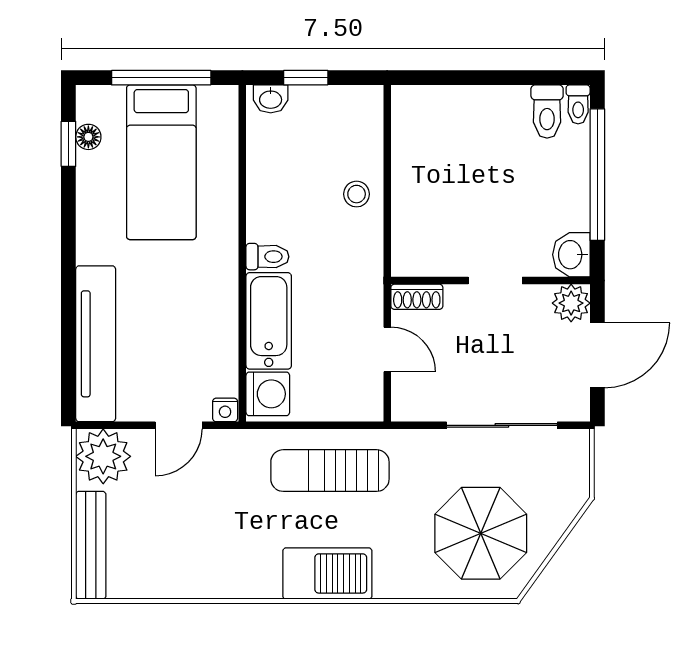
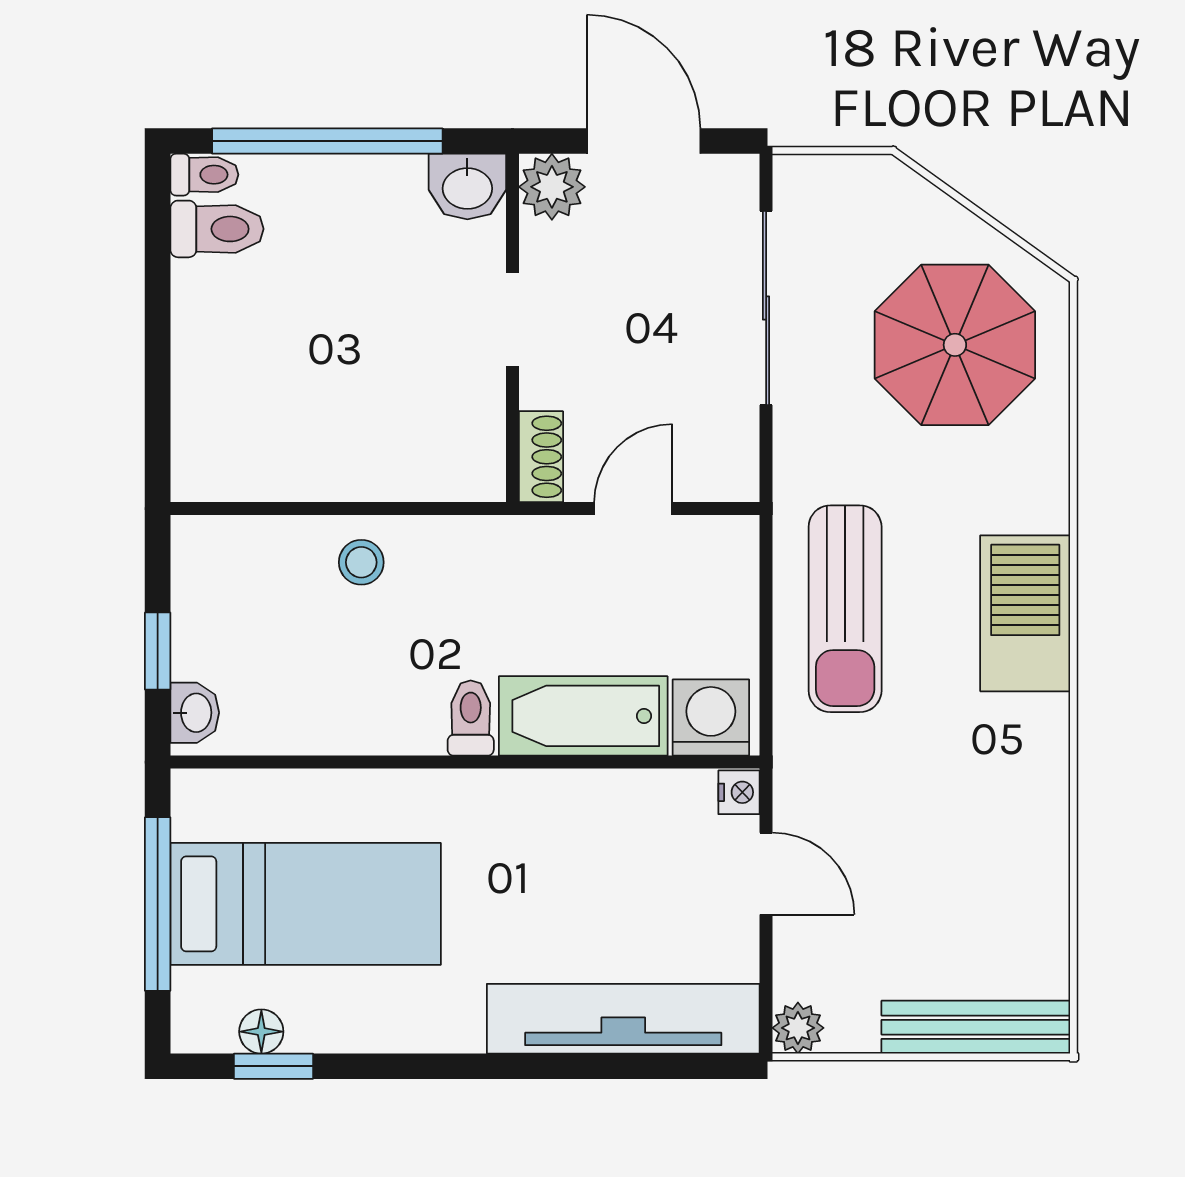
plant: (103, 456) -> (798, 1028), width x0.53, depth x0.53

